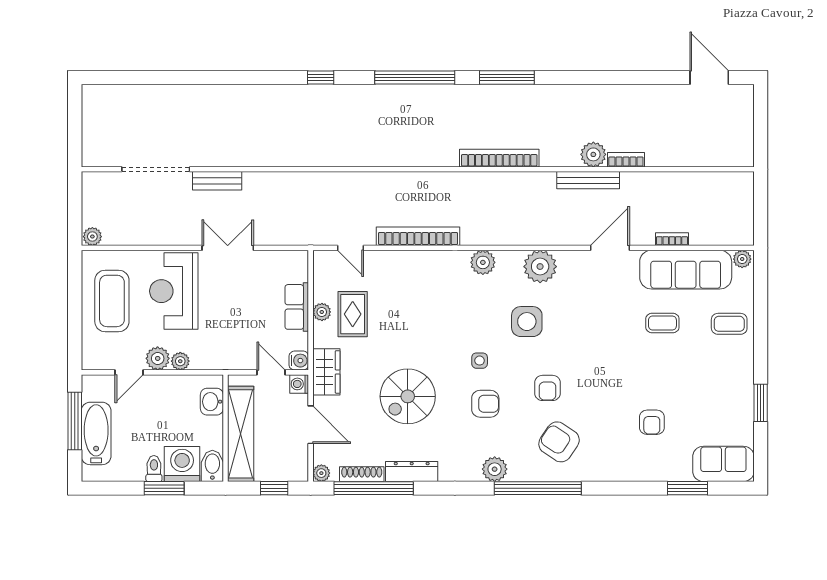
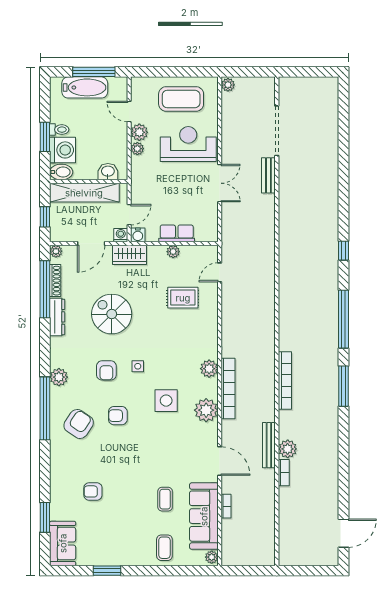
bookcase: (418, 236) -> (228, 388), moved
rug: (353, 314) -> (183, 298), moved

